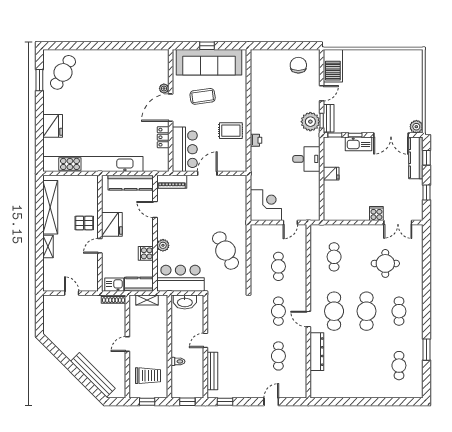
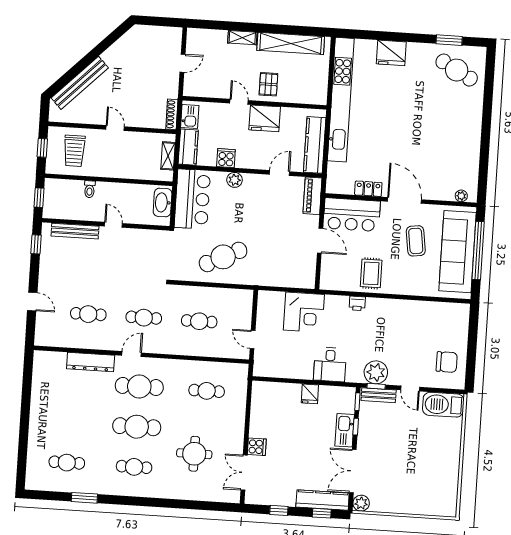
window: (207, 46) -> (478, 251), width x3.17
plant: (164, 88) -> (461, 196), moved
corner desk: (266, 205) -> (304, 312), moved

